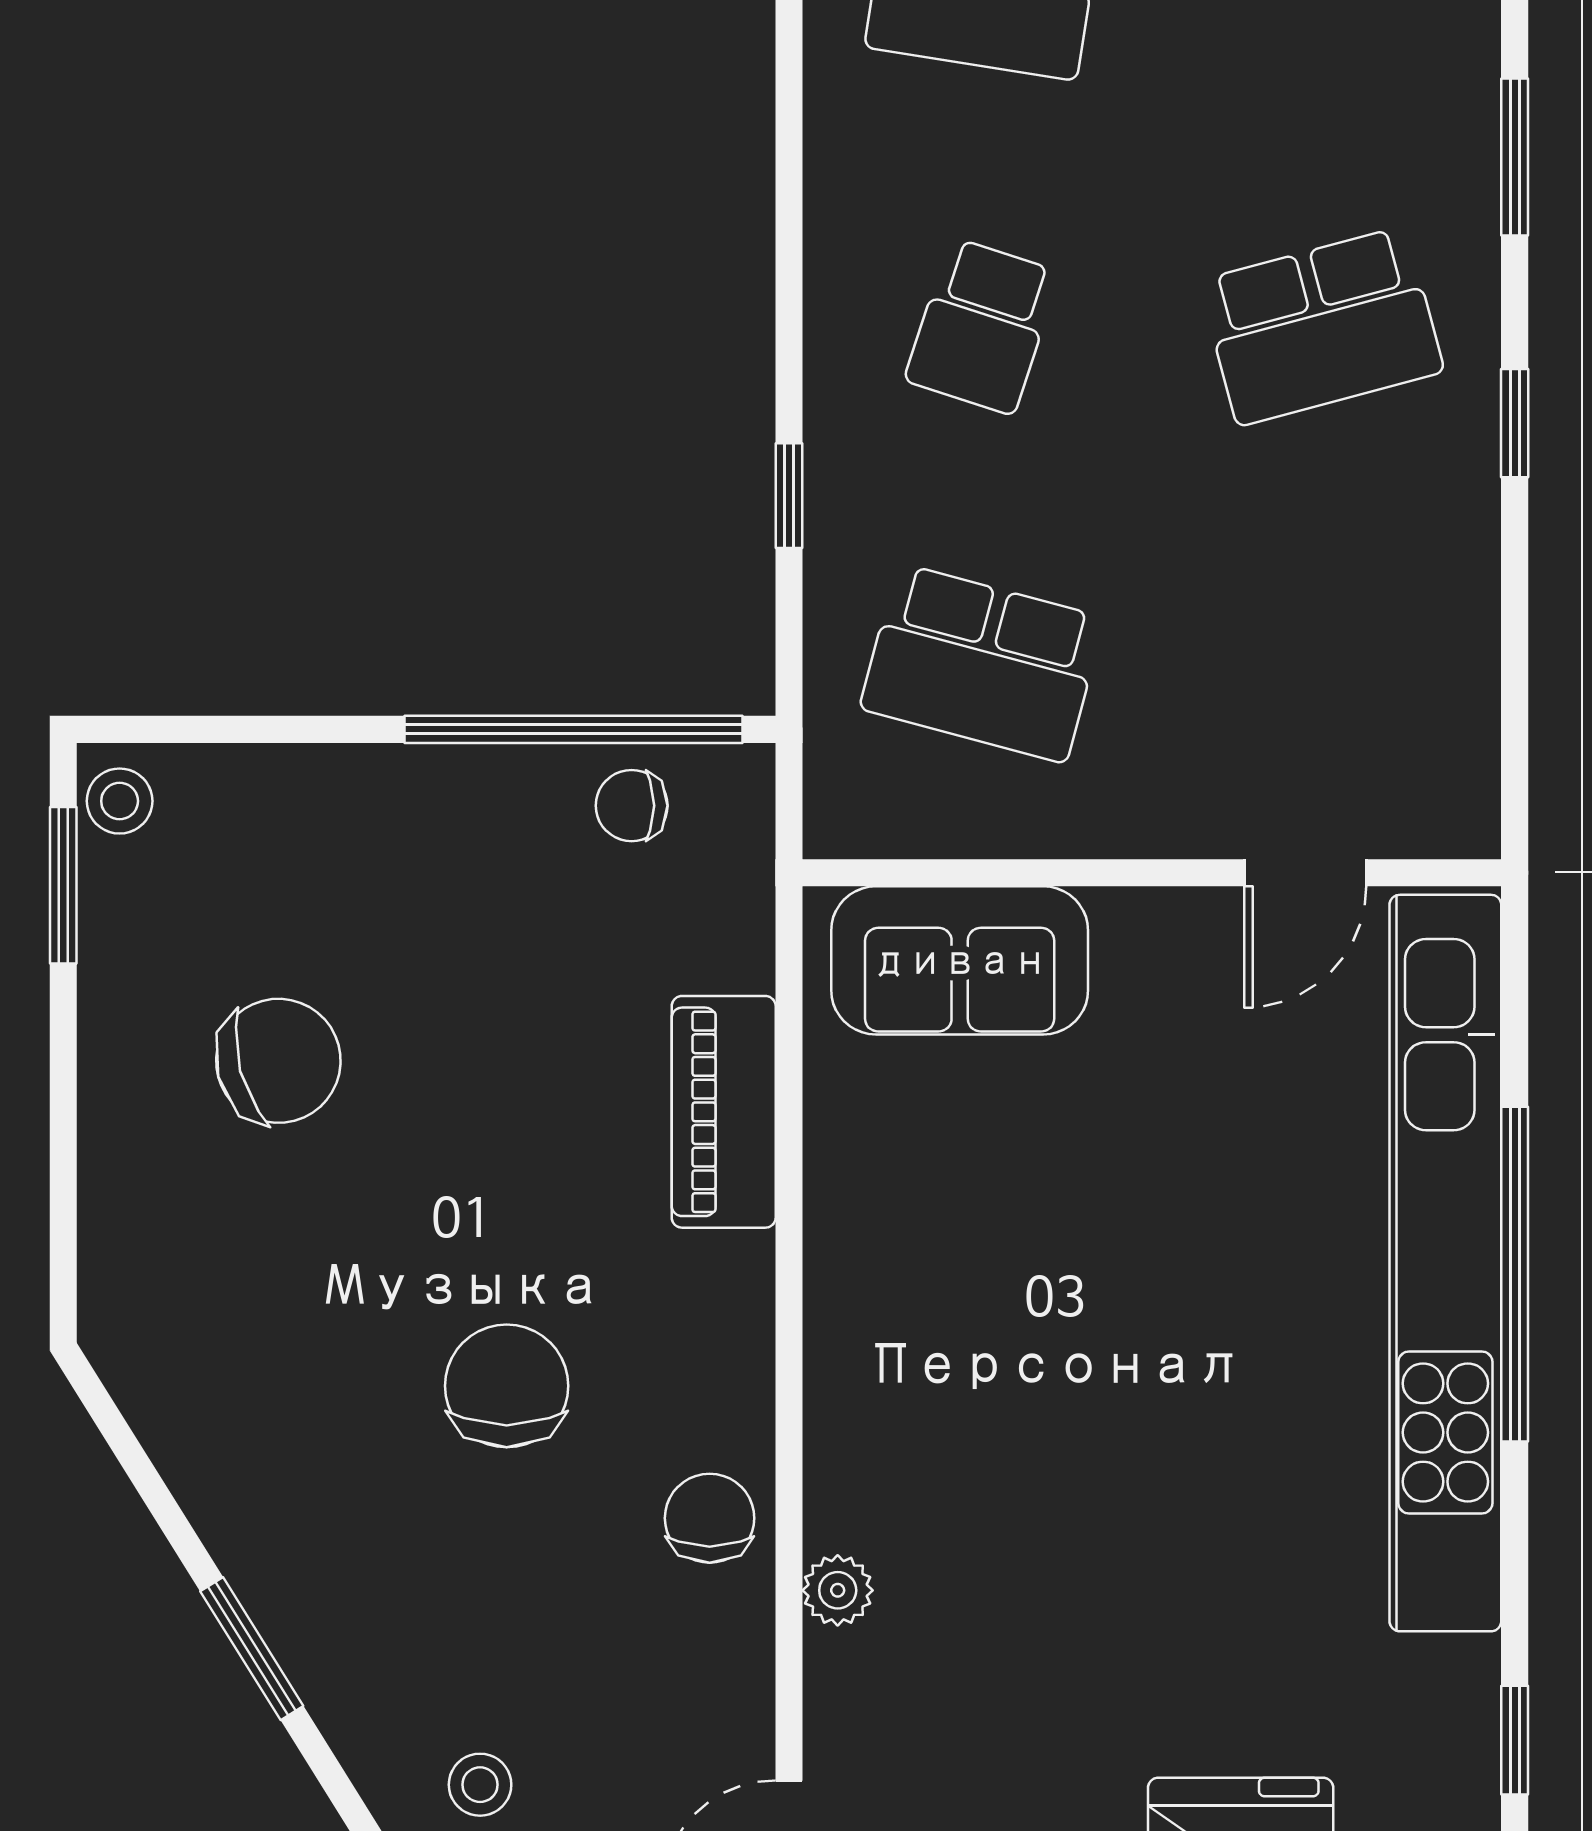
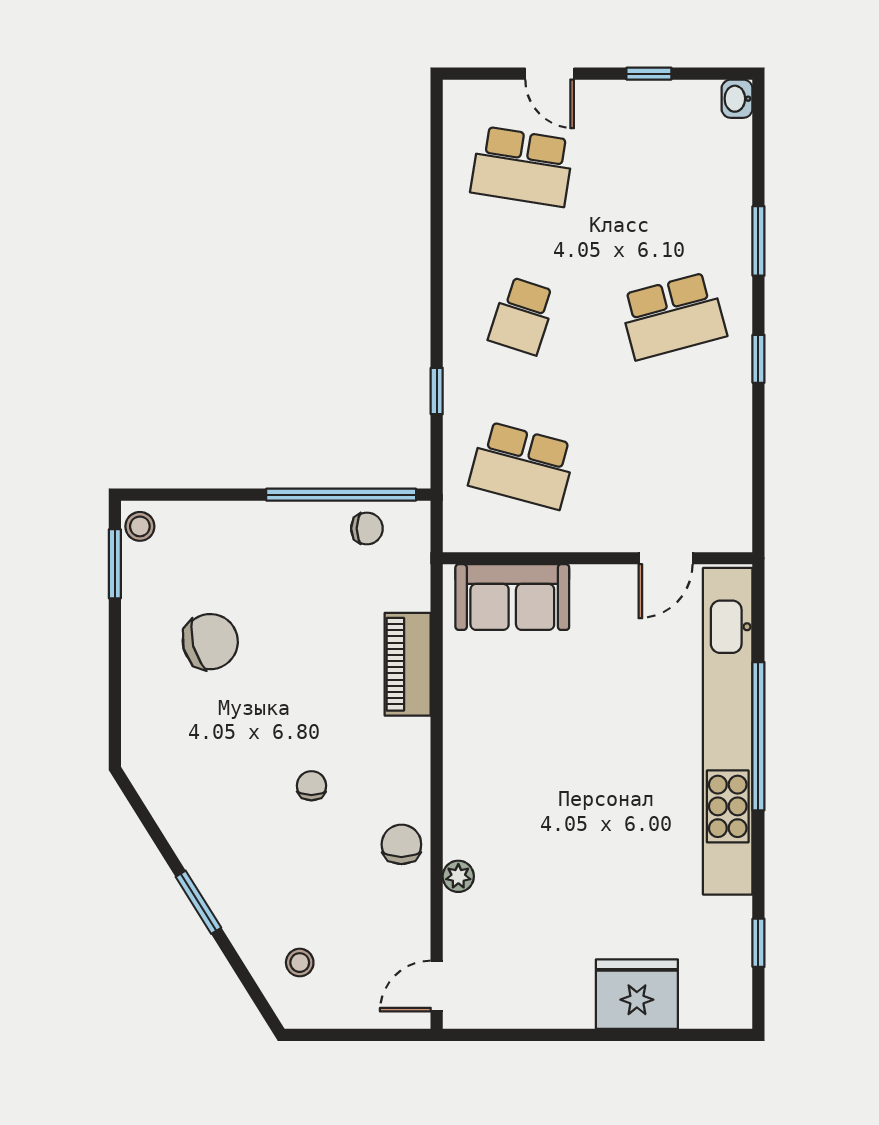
chair: (632, 806) -> (367, 528), turned 180
chair: (507, 1386) -> (311, 786), width x0.54, depth x0.54

